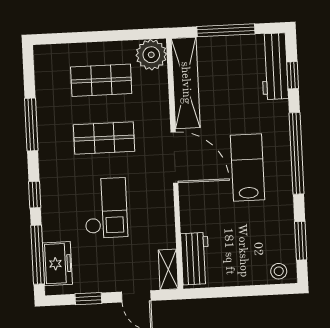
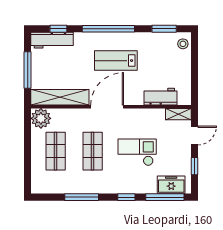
workbench: (195, 259) -> (161, 97), moved

